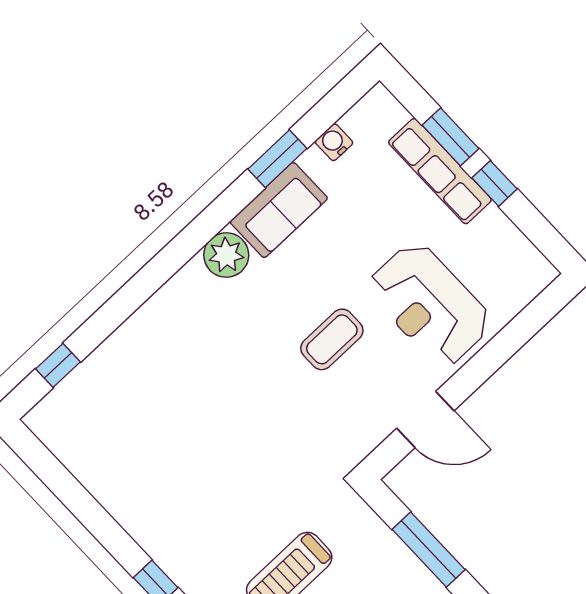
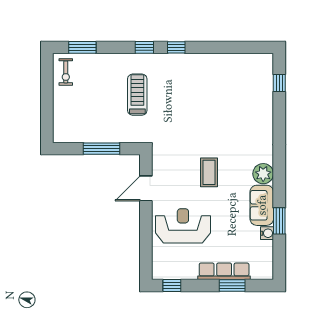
water cooler: (334, 142) -> (267, 233), moved
window: (494, 183) -> (172, 286), moved
coffee table: (332, 339) -> (209, 172), moved

